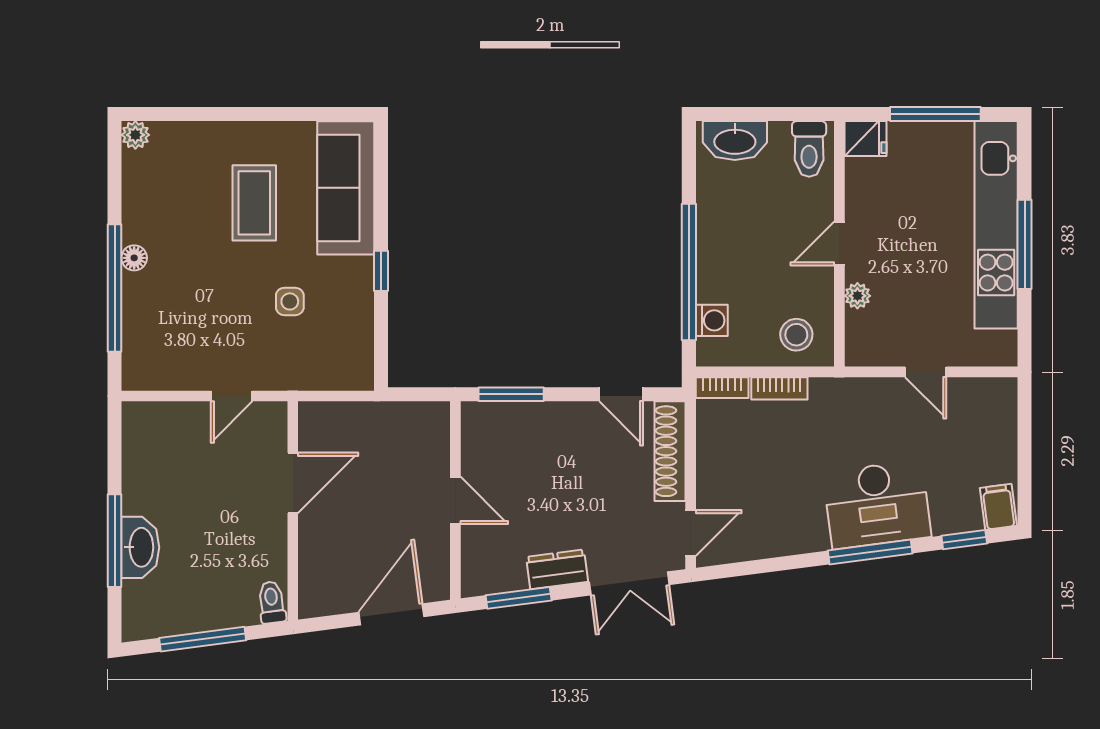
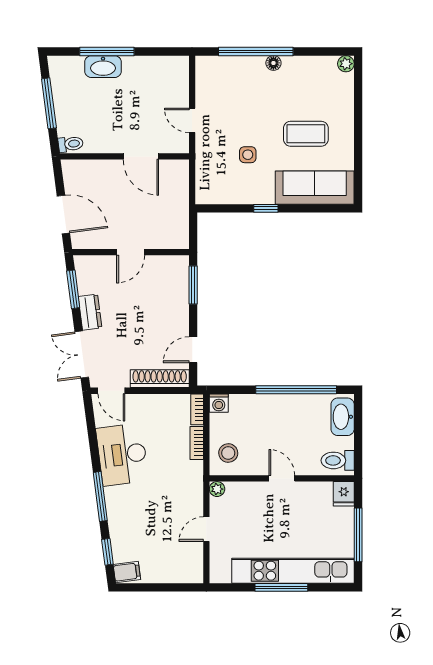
window: (689, 272) -> (296, 390), moved
plant: (857, 296) -> (217, 489), moved
washing machine: (712, 320) -> (219, 403), moved
desk: (877, 505) -> (122, 455), moved

